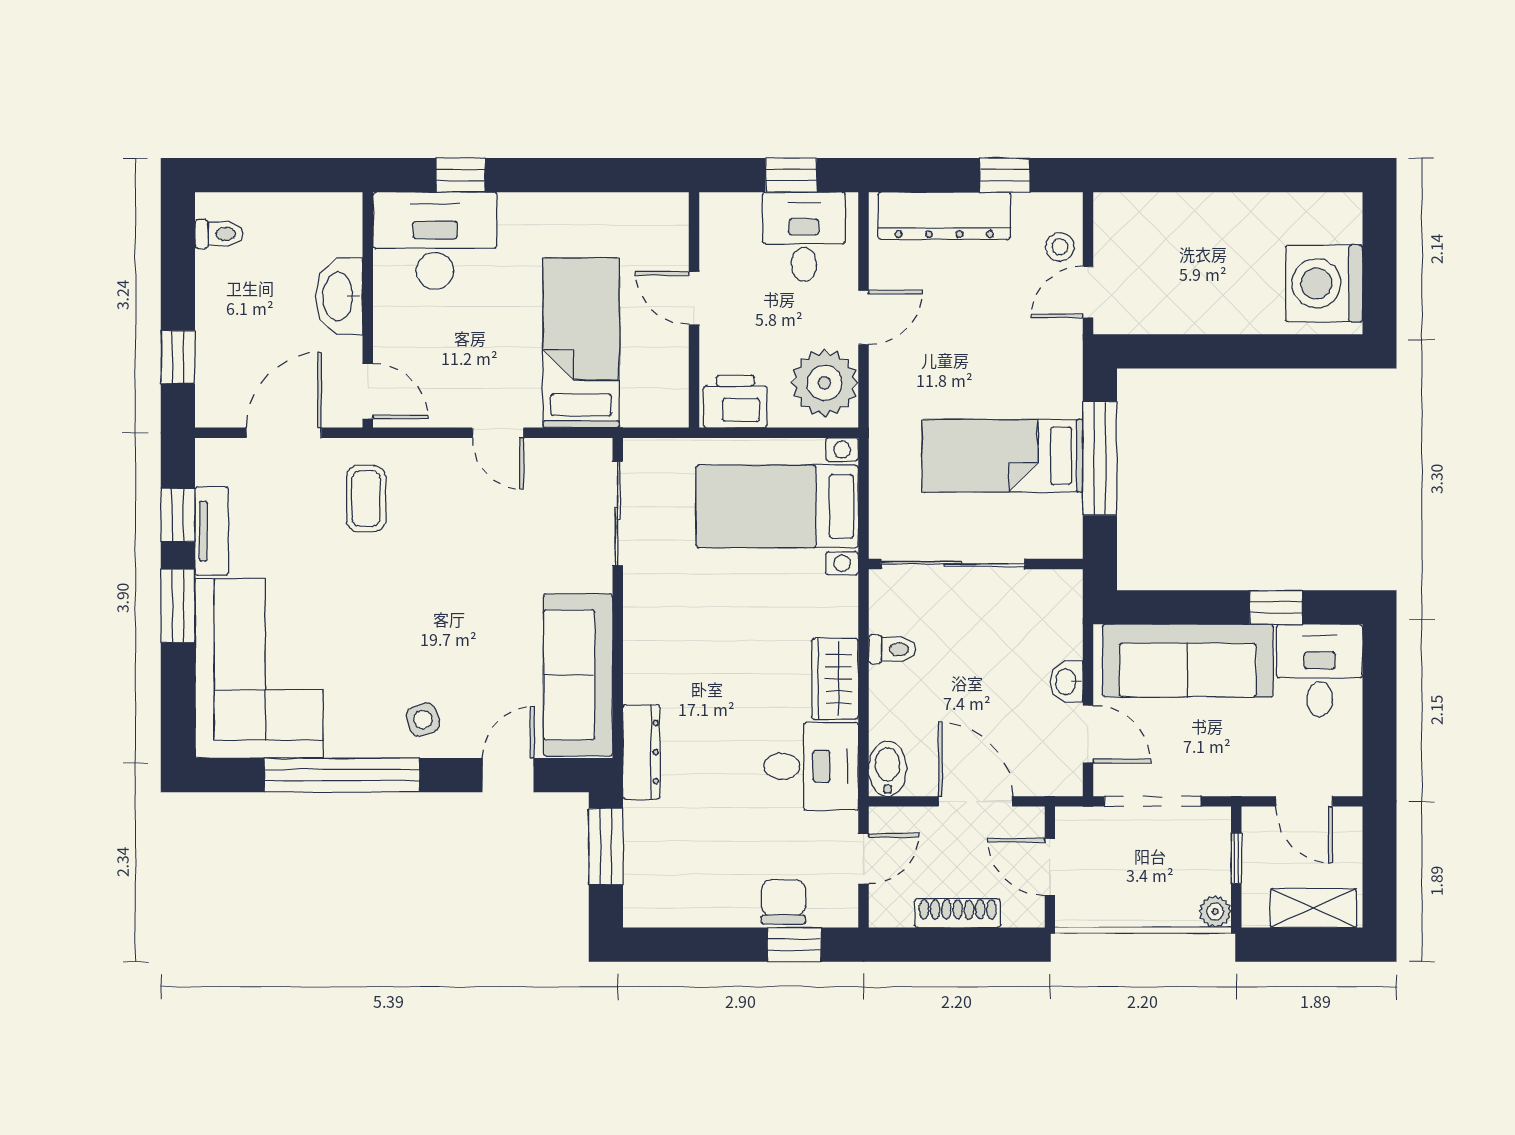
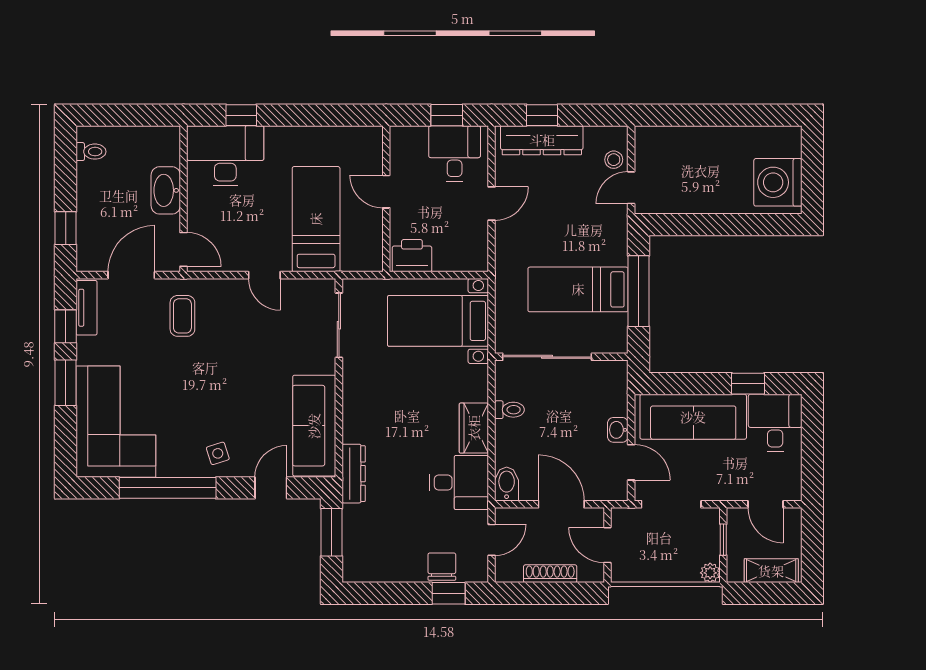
window: (1005, 175) -> (542, 115), moved
plant: (825, 383) -> (467, 244), removed
tv unit: (212, 531) -> (86, 308), moved

